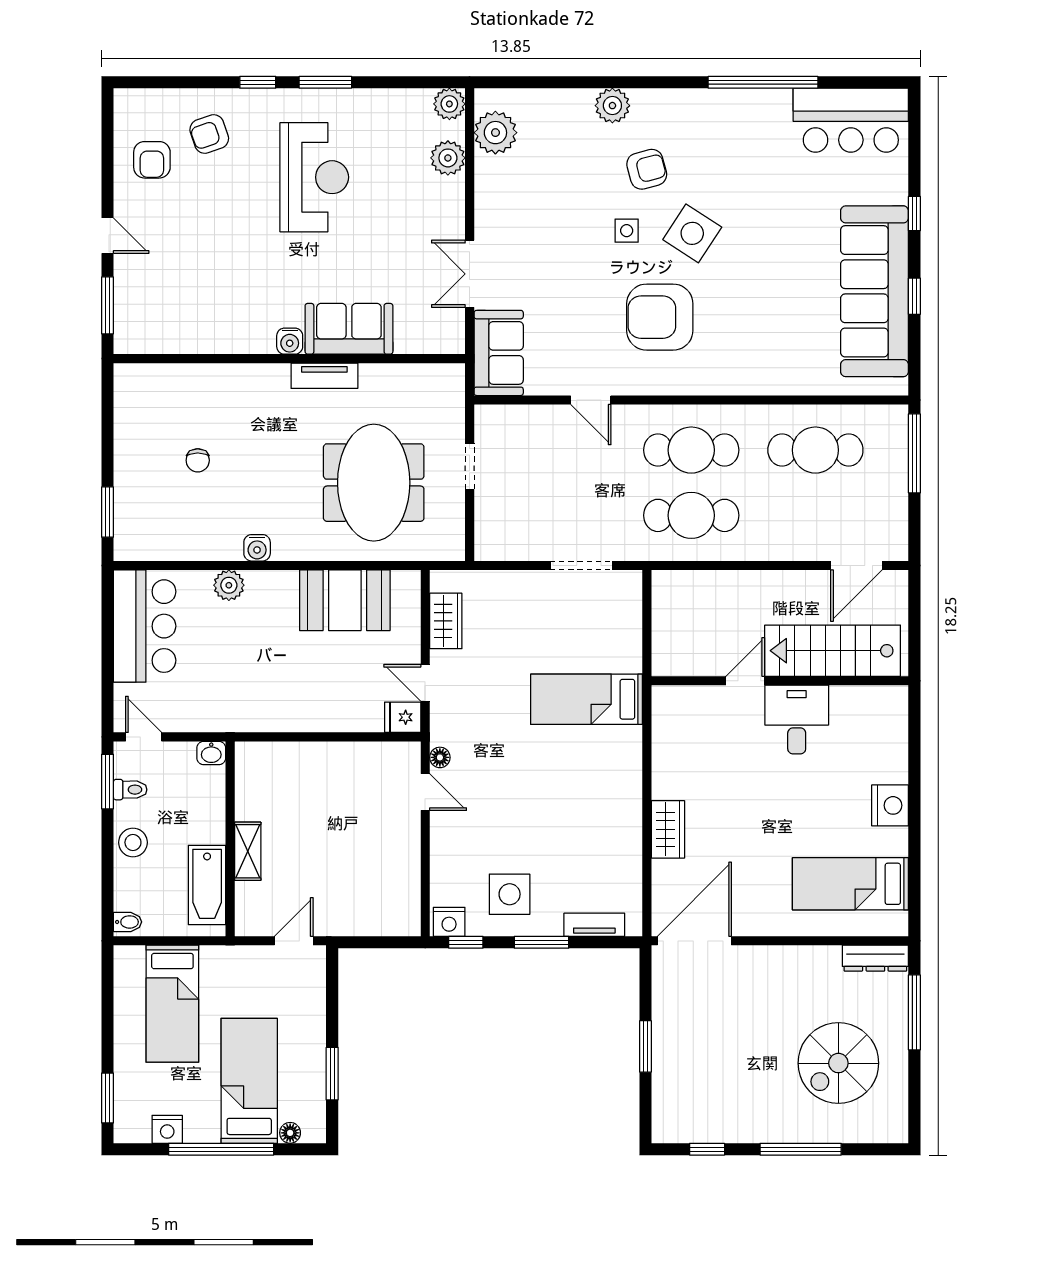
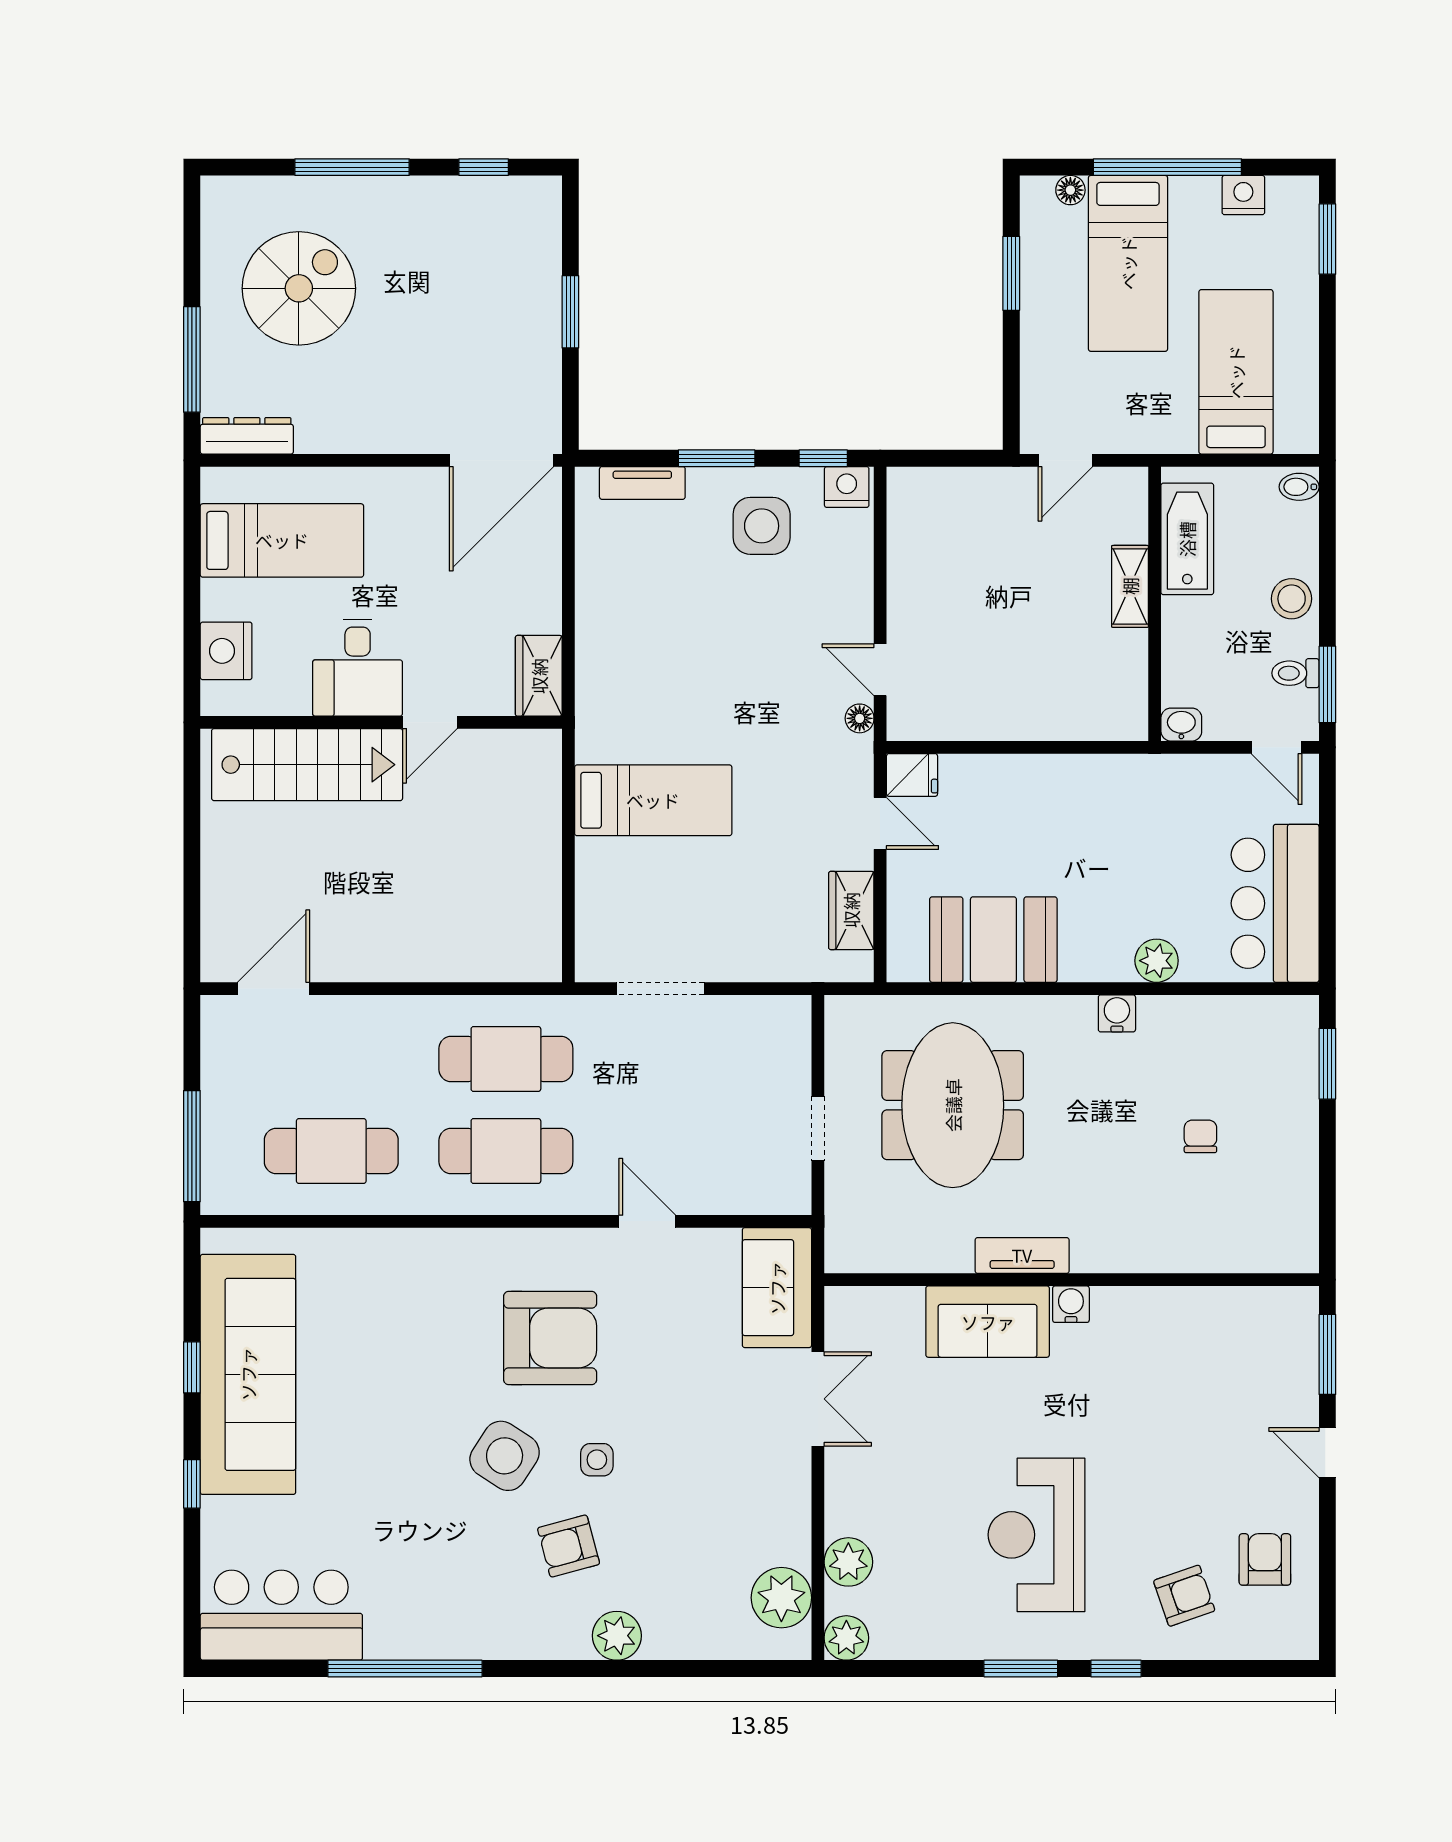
stairs: (833, 651) -> (307, 765), moved
door: (745, 681) -> (430, 722), moved
wall: (780, 681) -> (381, 722), moved
desk: (797, 720) -> (358, 668), moved
wardrobe: (668, 829) -> (539, 676), moved

